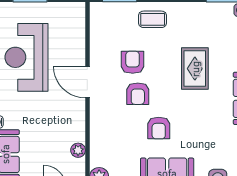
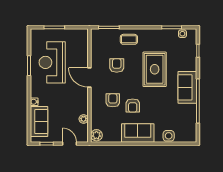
rug: (195, 69) -> (155, 69), width x1.36, depth x1.43
armchair: (138, 94) -> (113, 100), moved, turned 180

